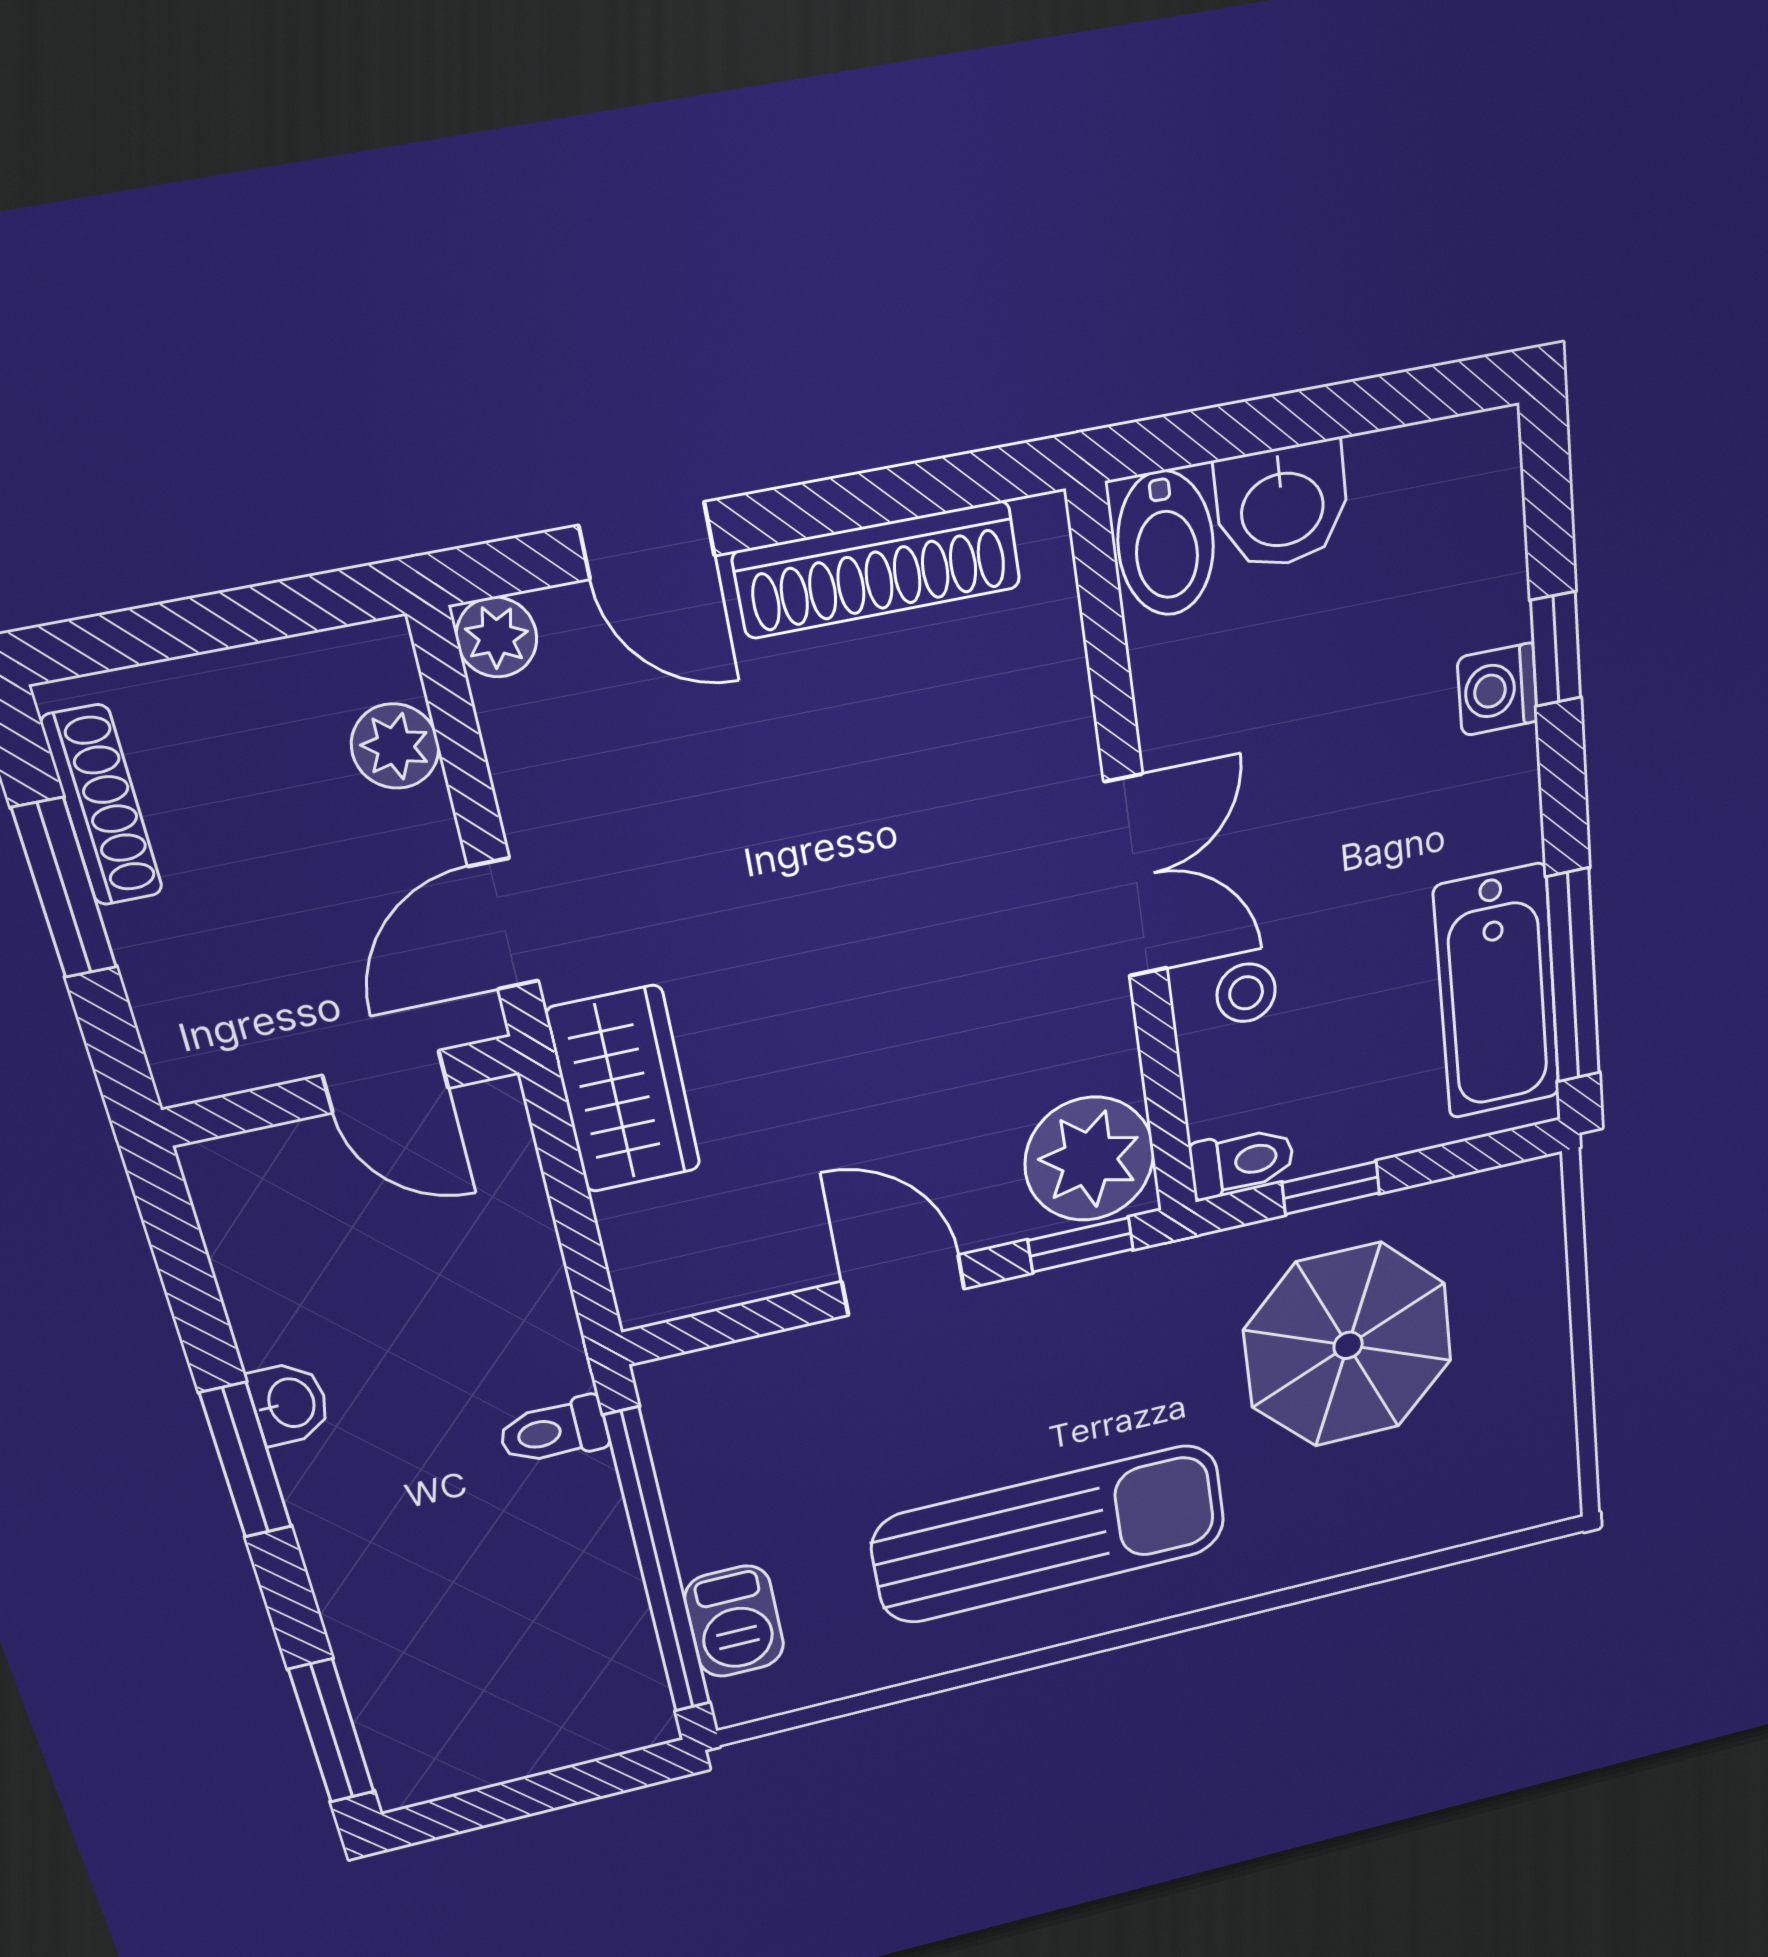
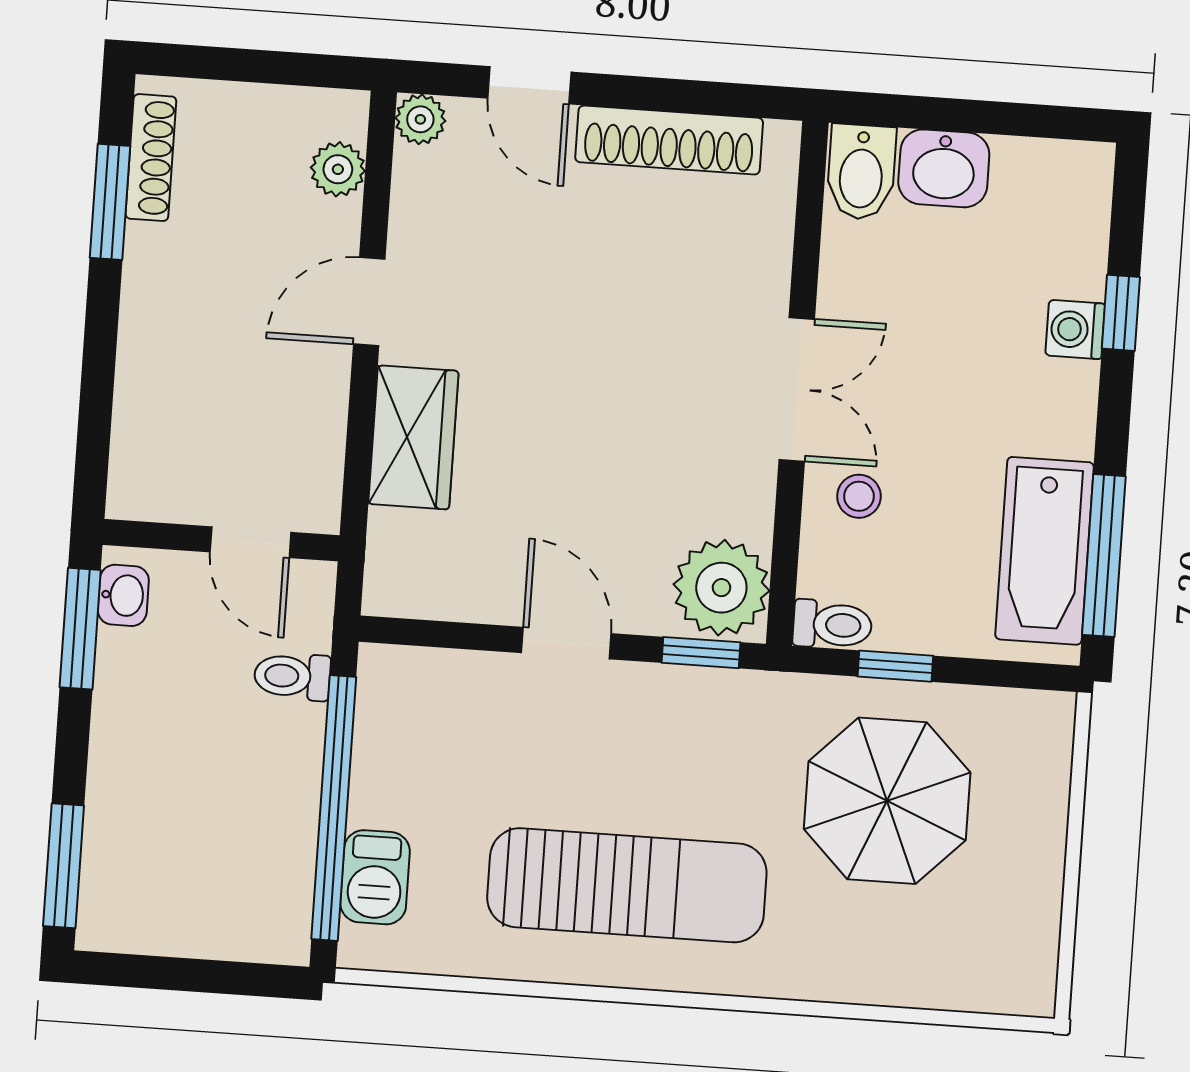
door: (386, 1082) -> (250, 542), moved
wall: (342, 1091) -> (221, 540), moved

